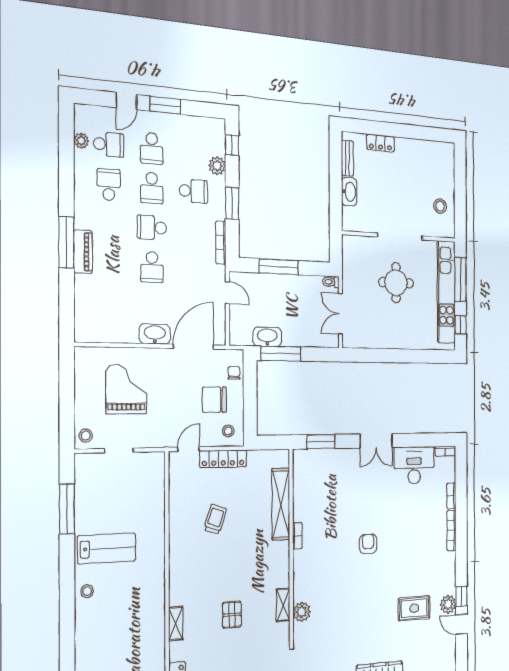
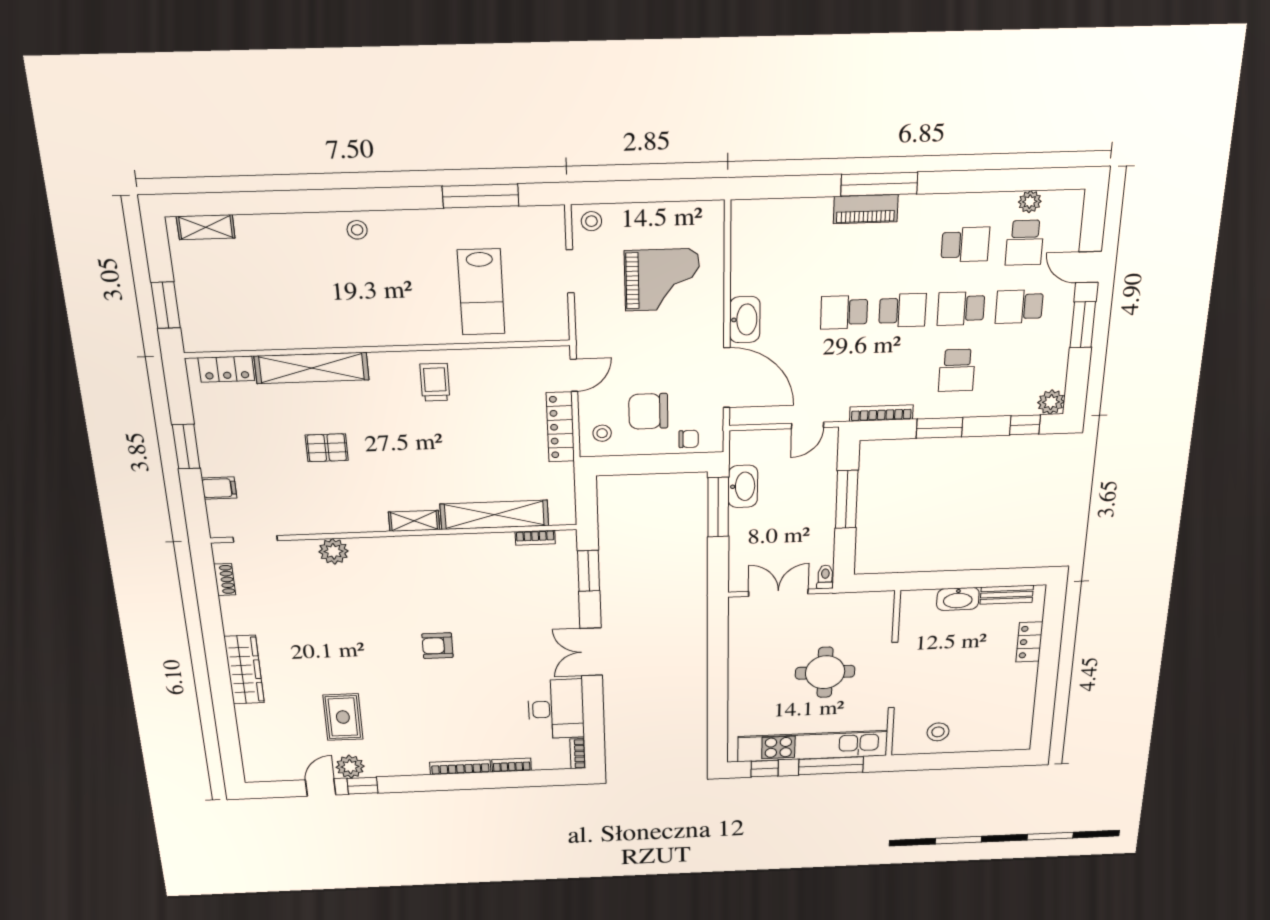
plant: (217, 166) -> (1051, 402), moved
school desk: (152, 227) -> (903, 310), turned 90
chair: (214, 400) -> (648, 411), turned -90
door: (189, 449) -> (574, 375), hinge flipped
trolley: (215, 519) -> (435, 382), moved, turned -108
bookcase: (297, 536) -> (535, 538), moved
armchair: (368, 544) -> (437, 646), turned 180
lab bench: (107, 548) -> (481, 292), moved
shelving: (283, 605) -> (414, 521), moved
shelving: (176, 624) -> (312, 368), width x2.20, depth x1.33

